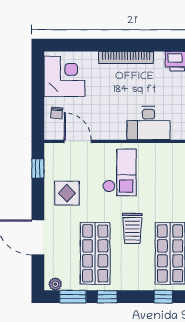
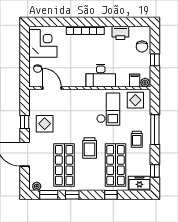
window: (38, 168) -> (25, 122), moved
checkout: (120, 172) -> (108, 109), moved

